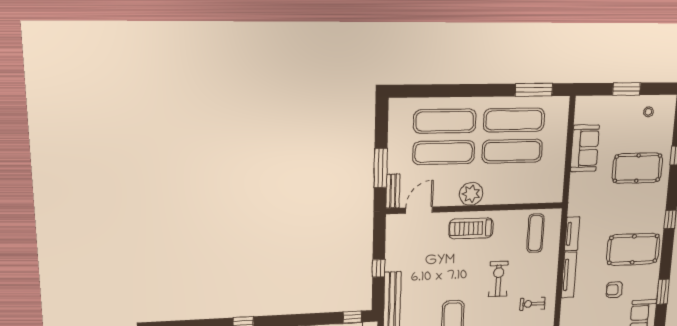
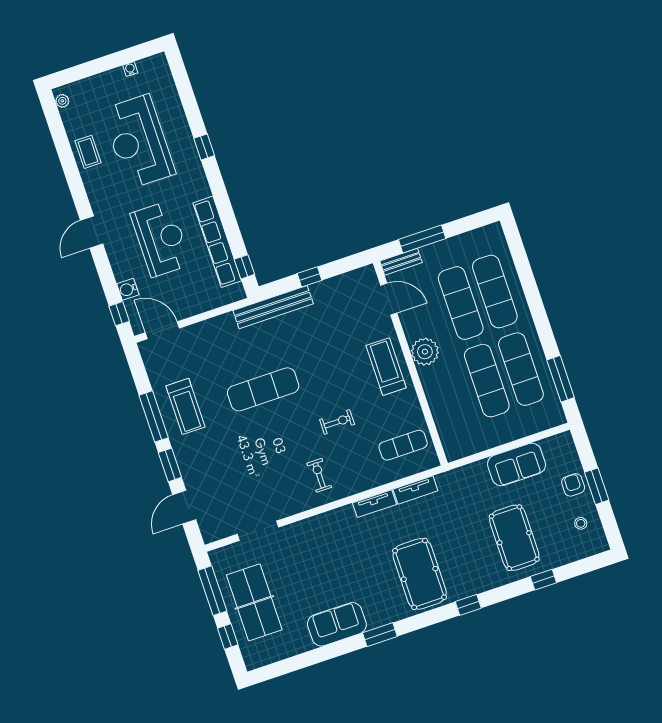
tv unit: (569, 275) -> (374, 504), width x0.71
exercise bike: (498, 279) -> (337, 422), width x0.73, depth x0.72
armchair: (614, 290) -> (573, 485), moved

